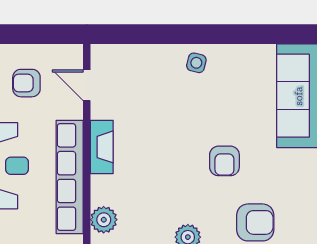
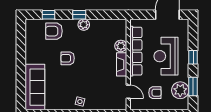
armchair: (224, 161) -> (68, 58), turned -90
plant: (104, 220) -> (121, 46), moved

